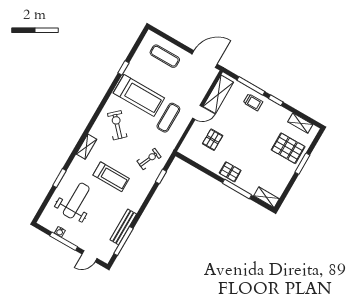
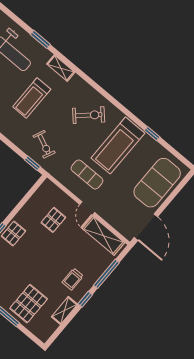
exercise mat: (165, 56) -> (157, 183), width x2.00, depth x1.45
trolley: (253, 102) -> (73, 279), moved
shelving: (300, 123) -> (64, 310), moved
pallet: (213, 140) -> (53, 220), turned 90
shelving: (87, 147) -> (61, 68), moved
window: (161, 176) -> (33, 163), moved

